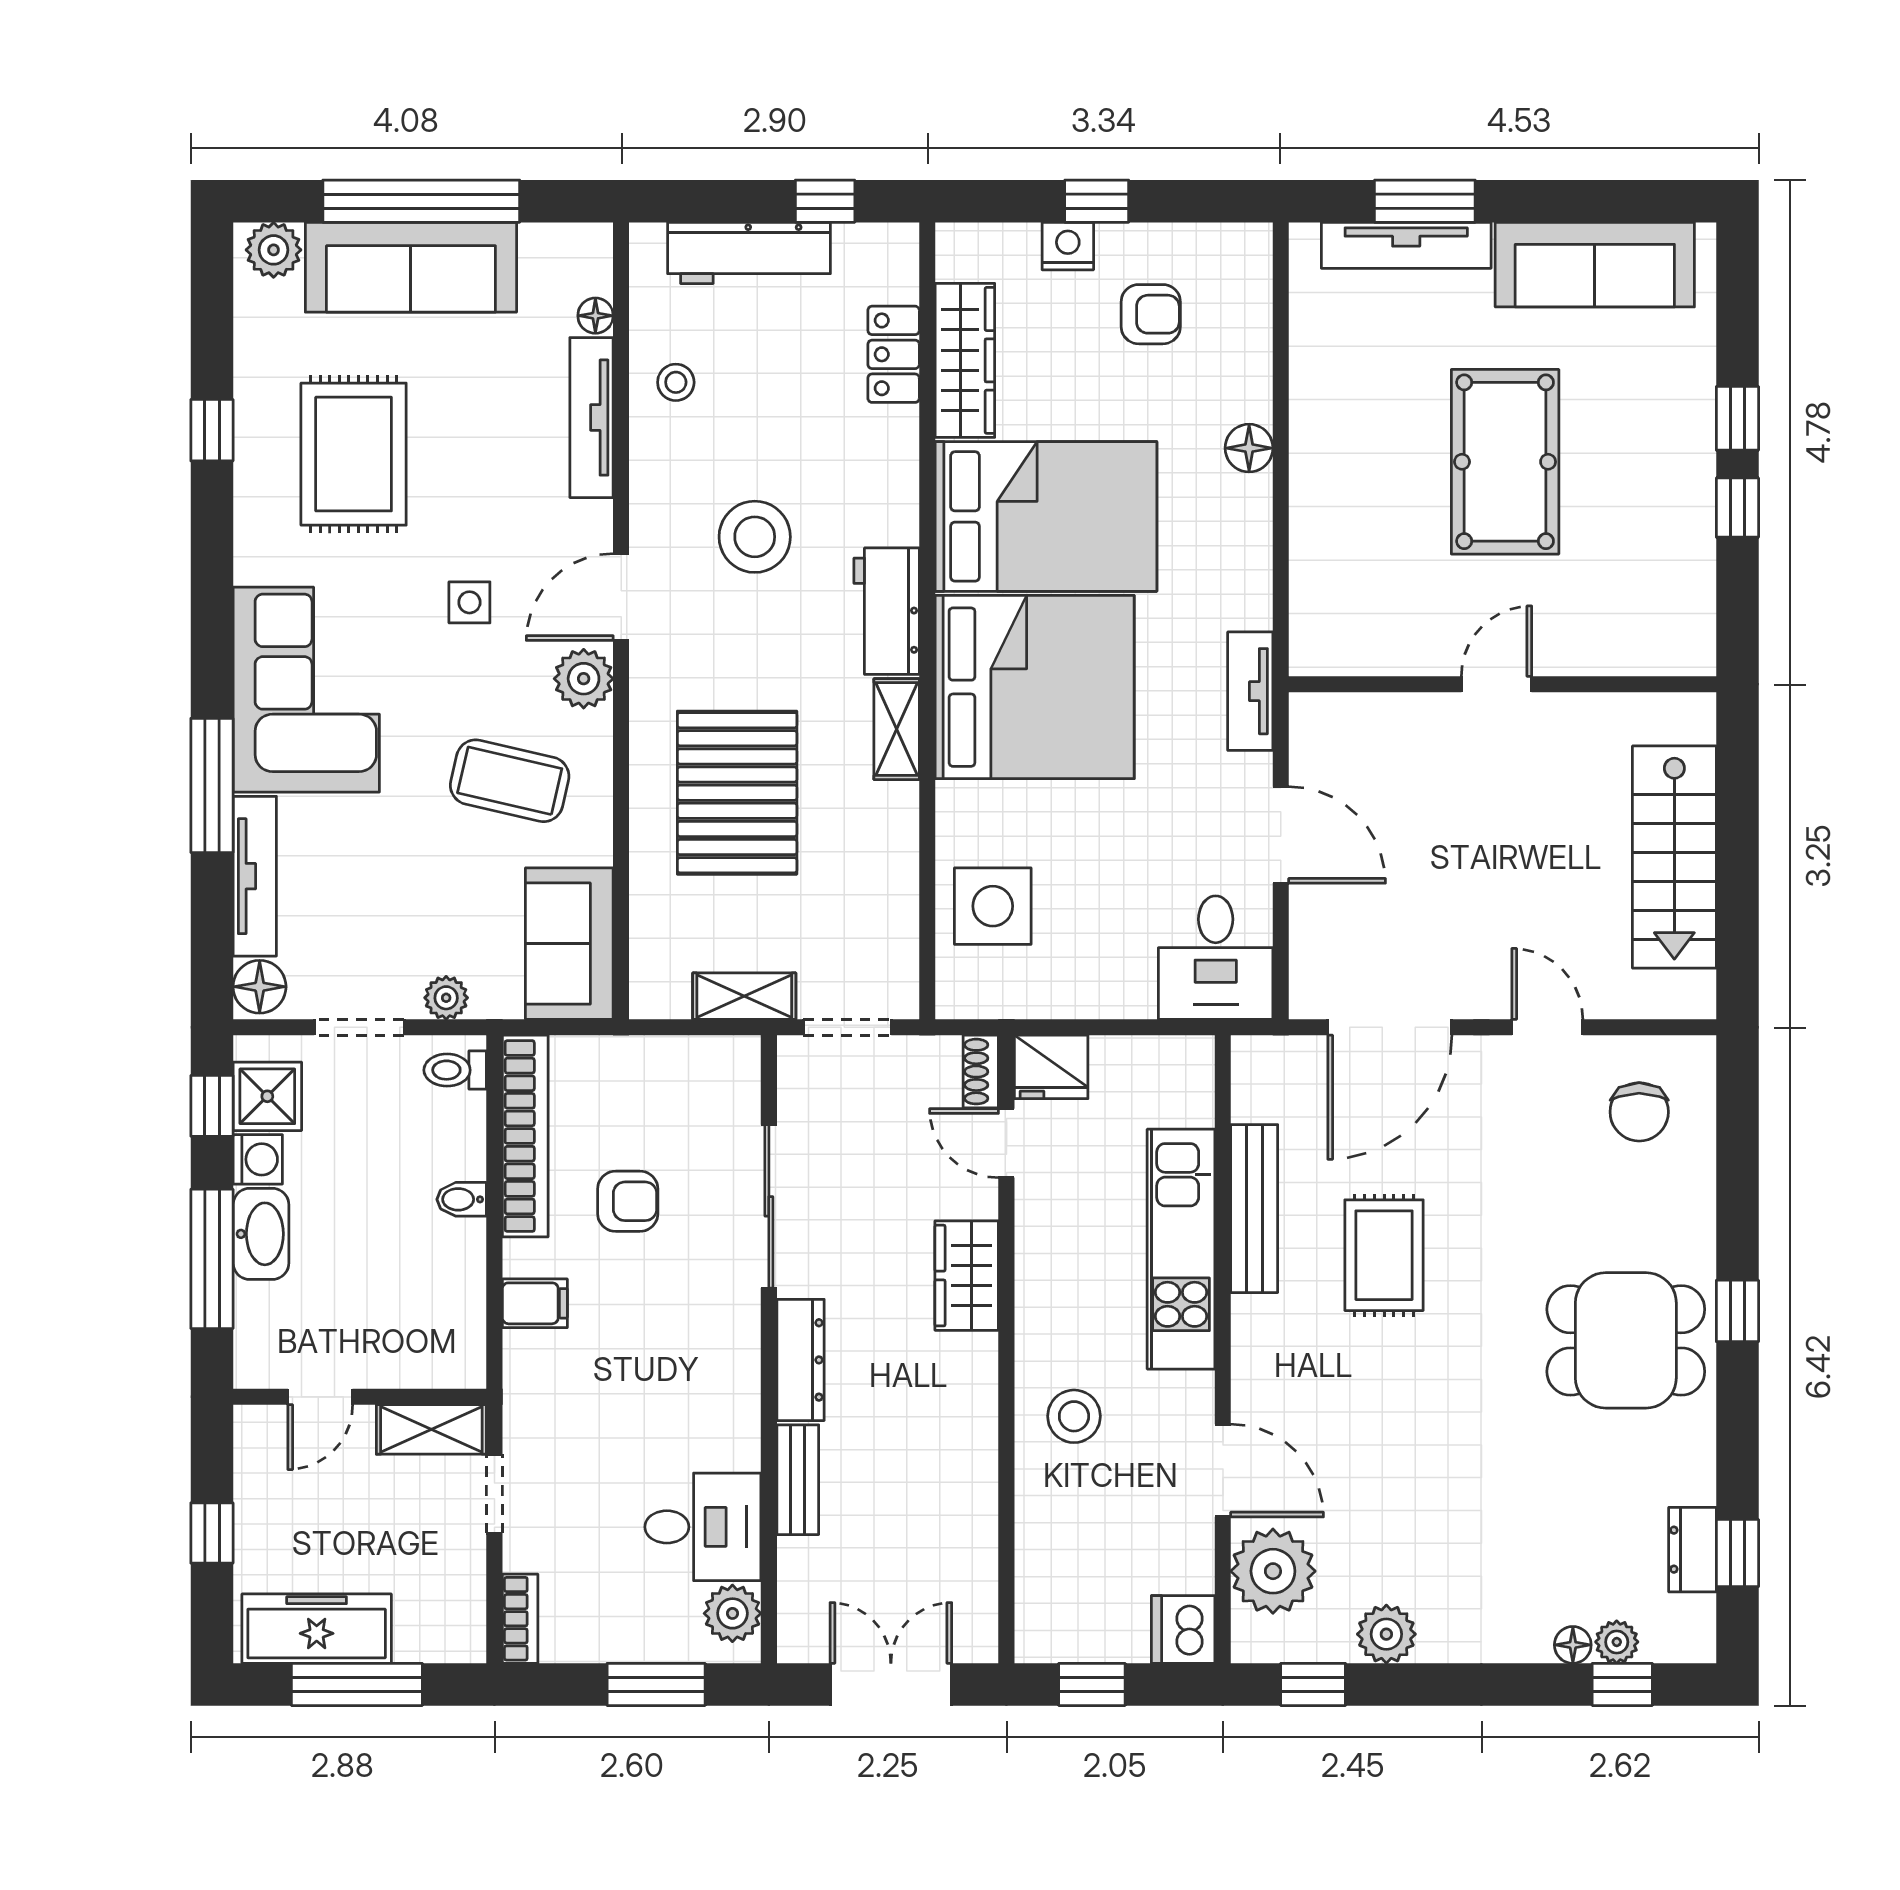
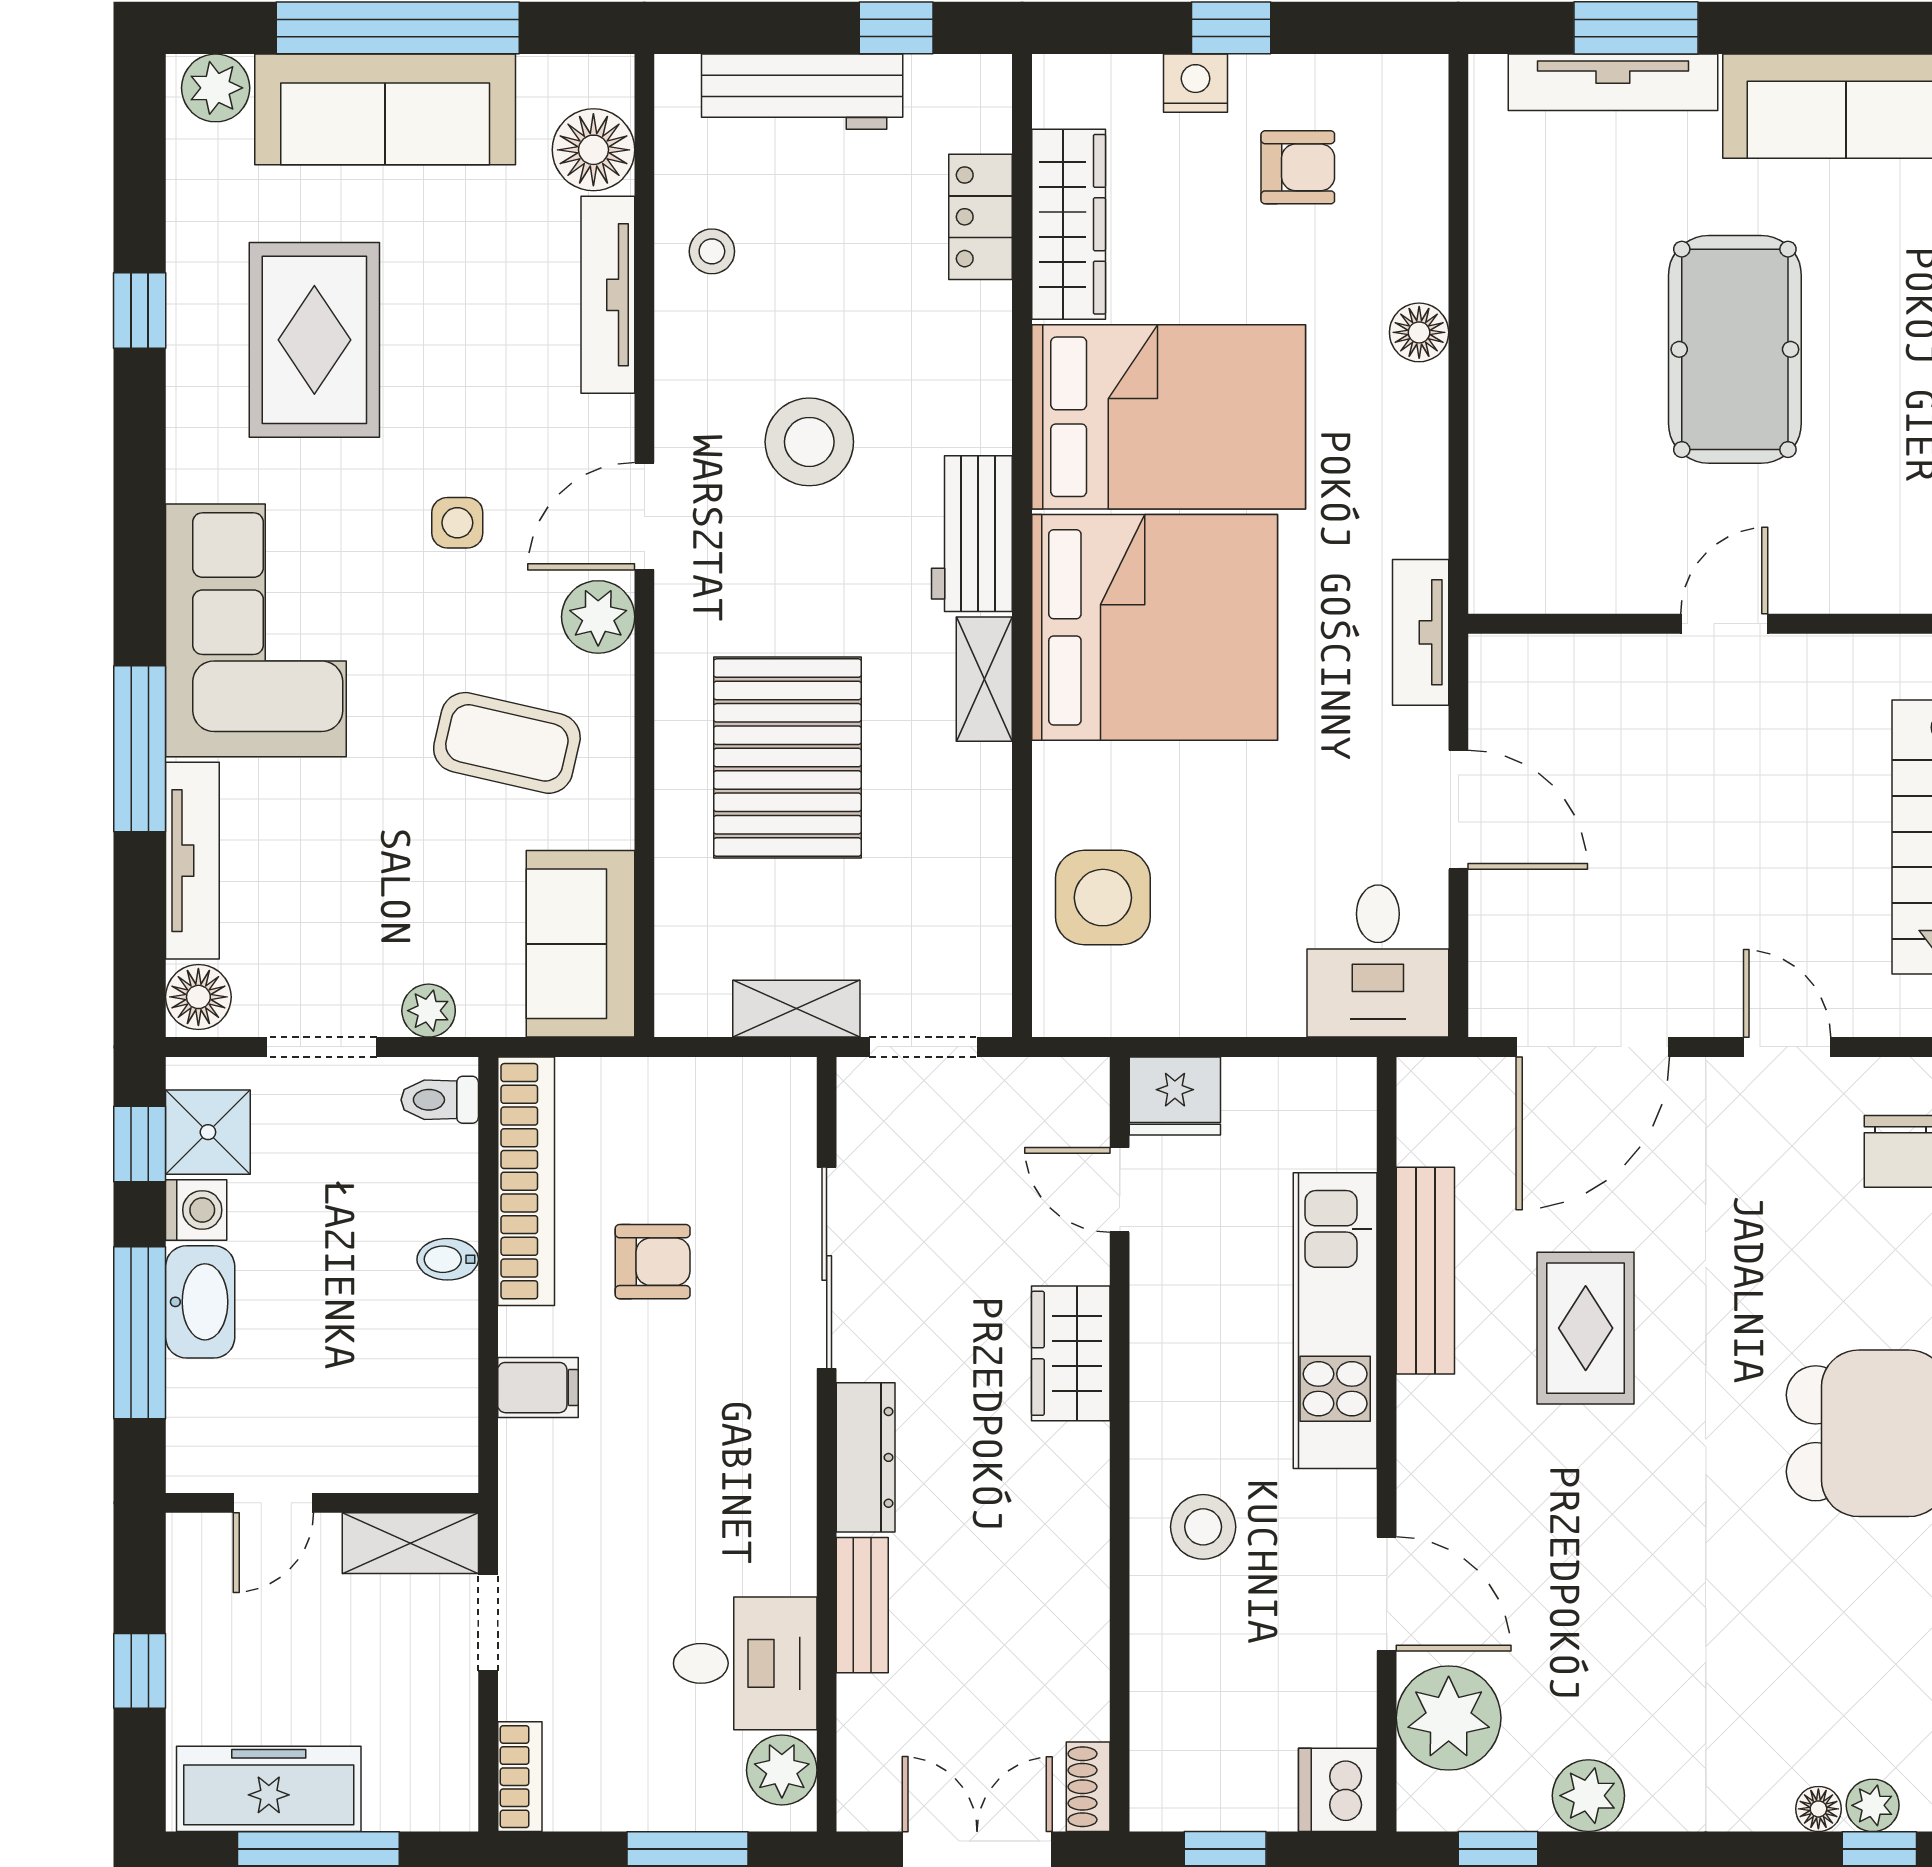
floor lamp: (595, 316) -> (593, 150), width x1.89, depth x1.89
shoe rack: (981, 1072) -> (1088, 1787), moved

